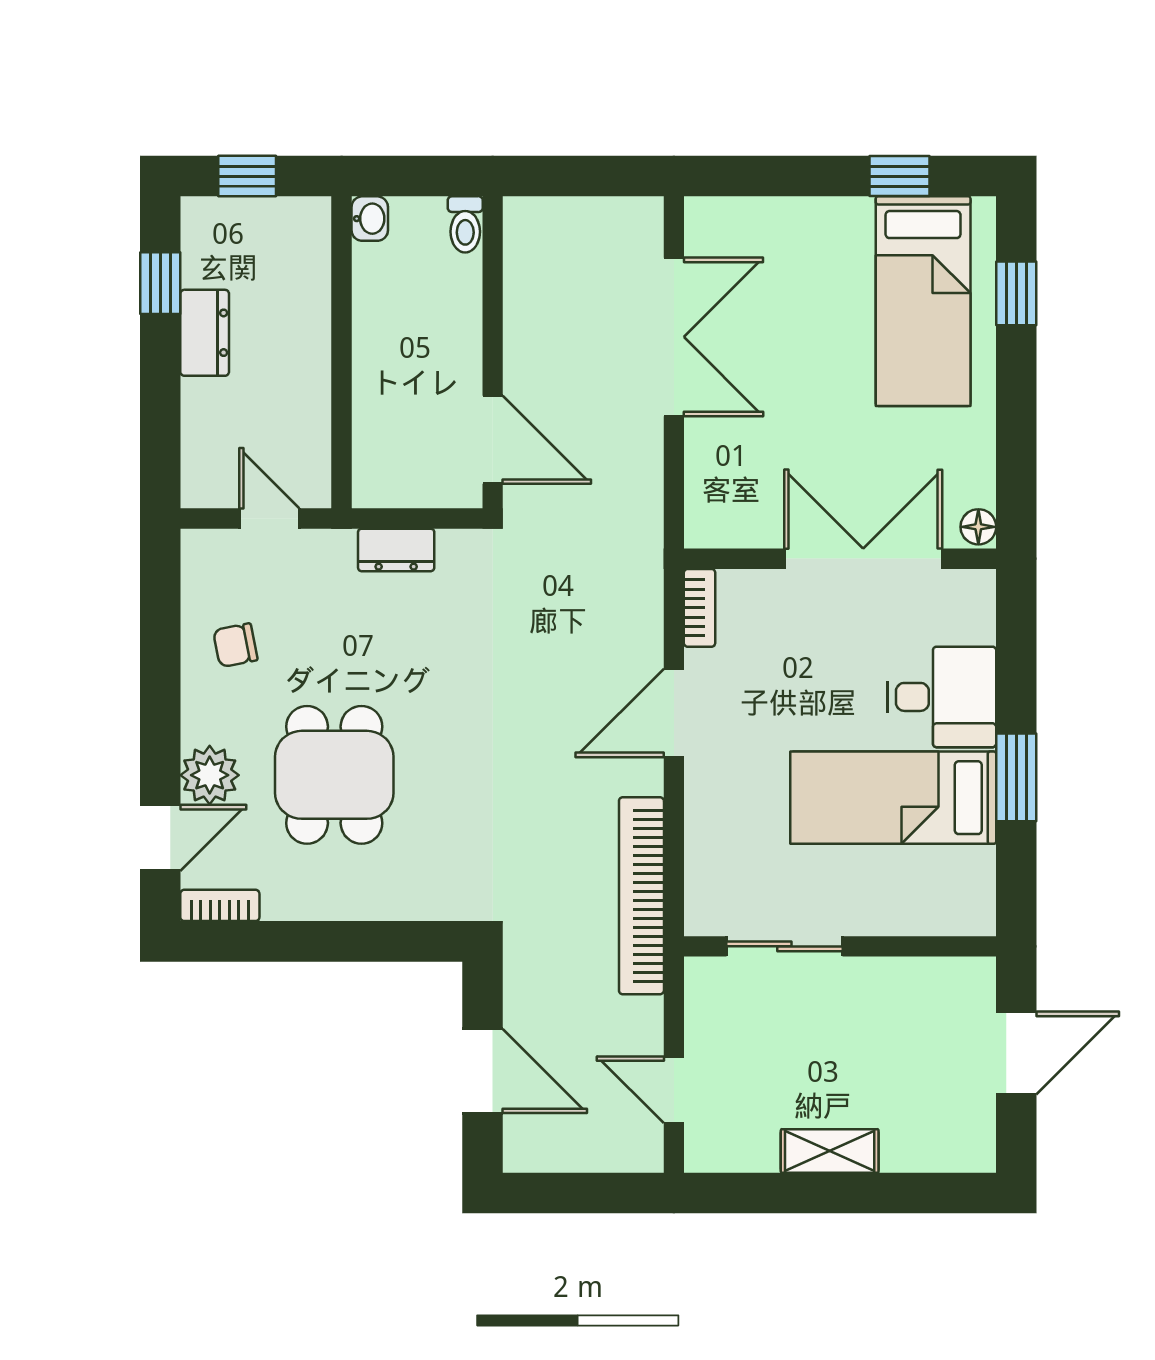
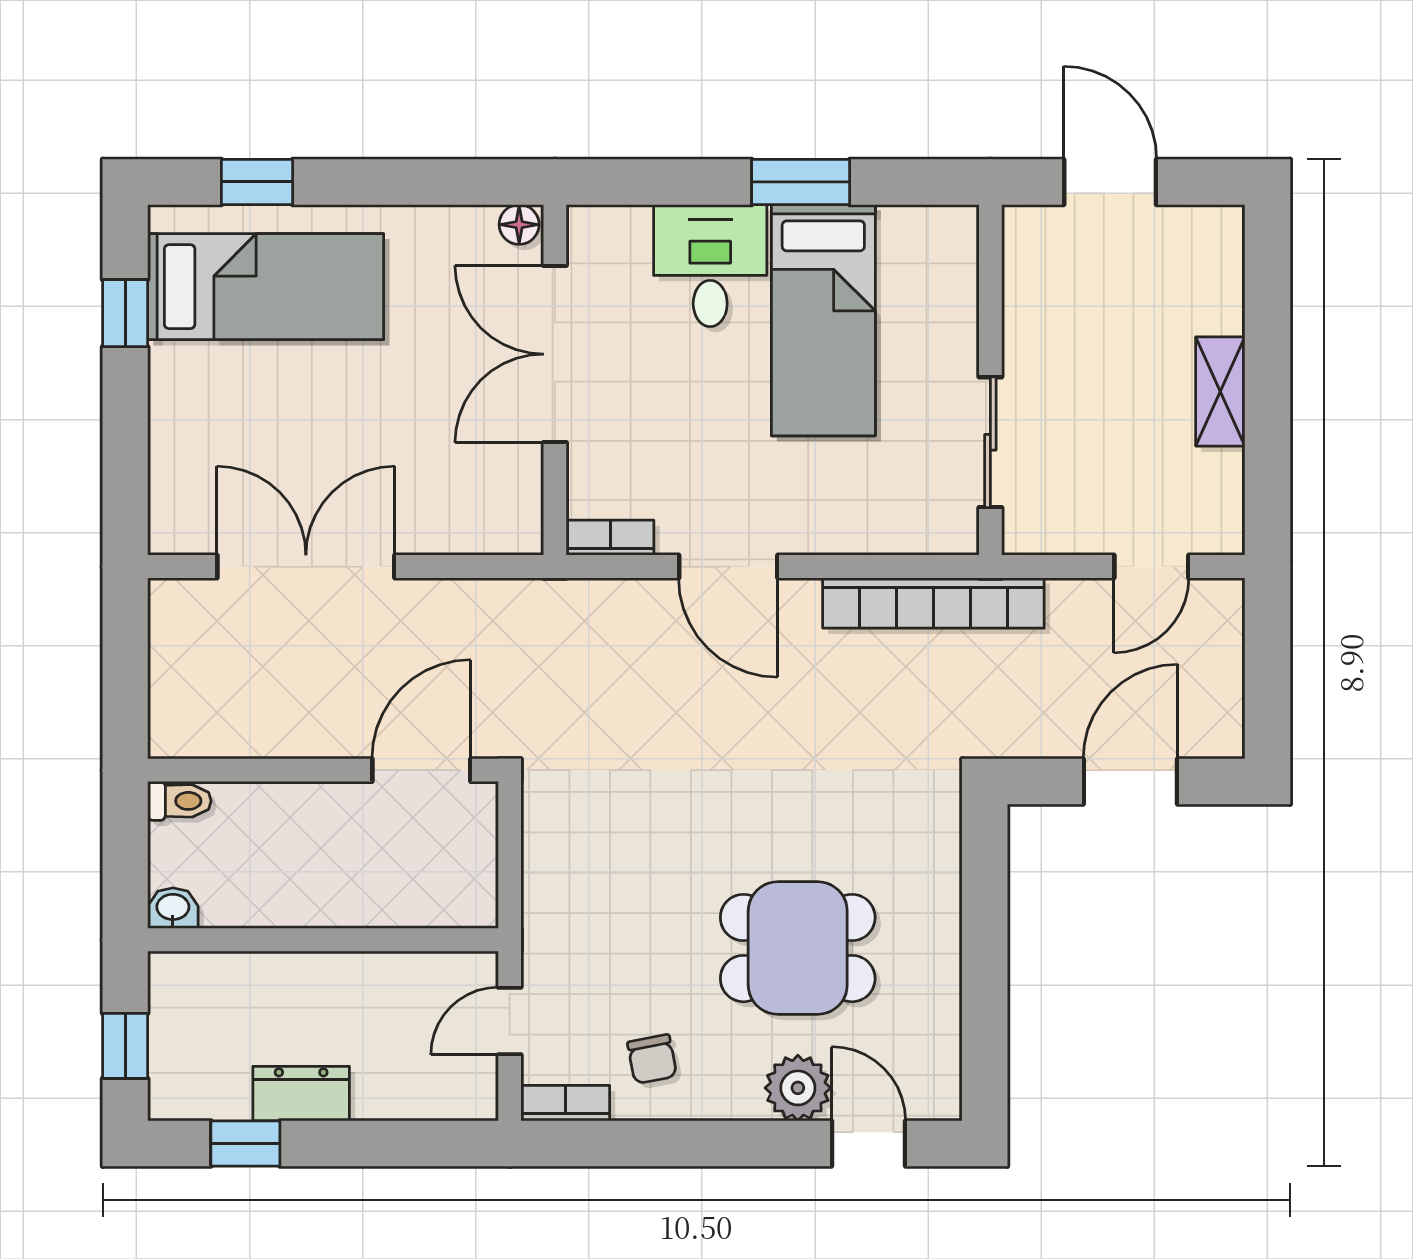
dresser: (396, 550) -> (545, 878), removed
bookcase: (220, 905) -> (565, 1103), moved, turned 90

